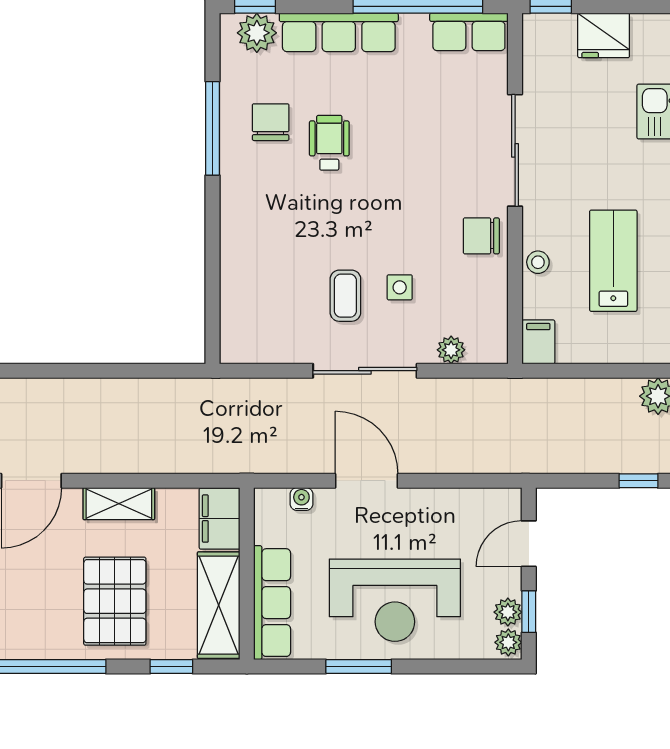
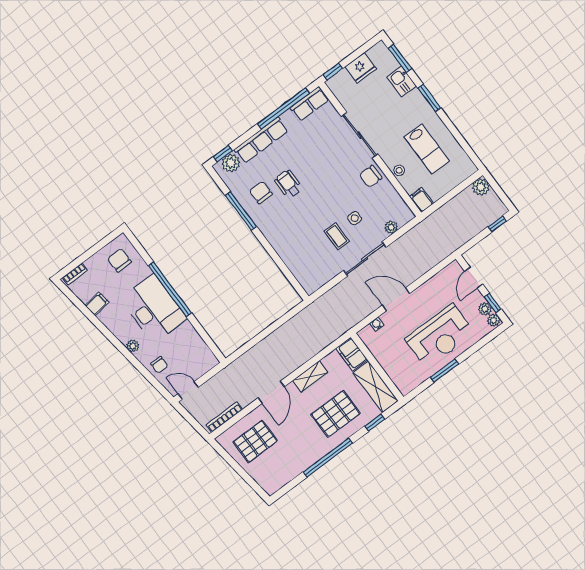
lab bench: (613, 261) -> (427, 149), turned 180
pallet: (115, 601) -> (336, 414), turned 90
row of seats: (272, 603) -> (395, 371), removed

